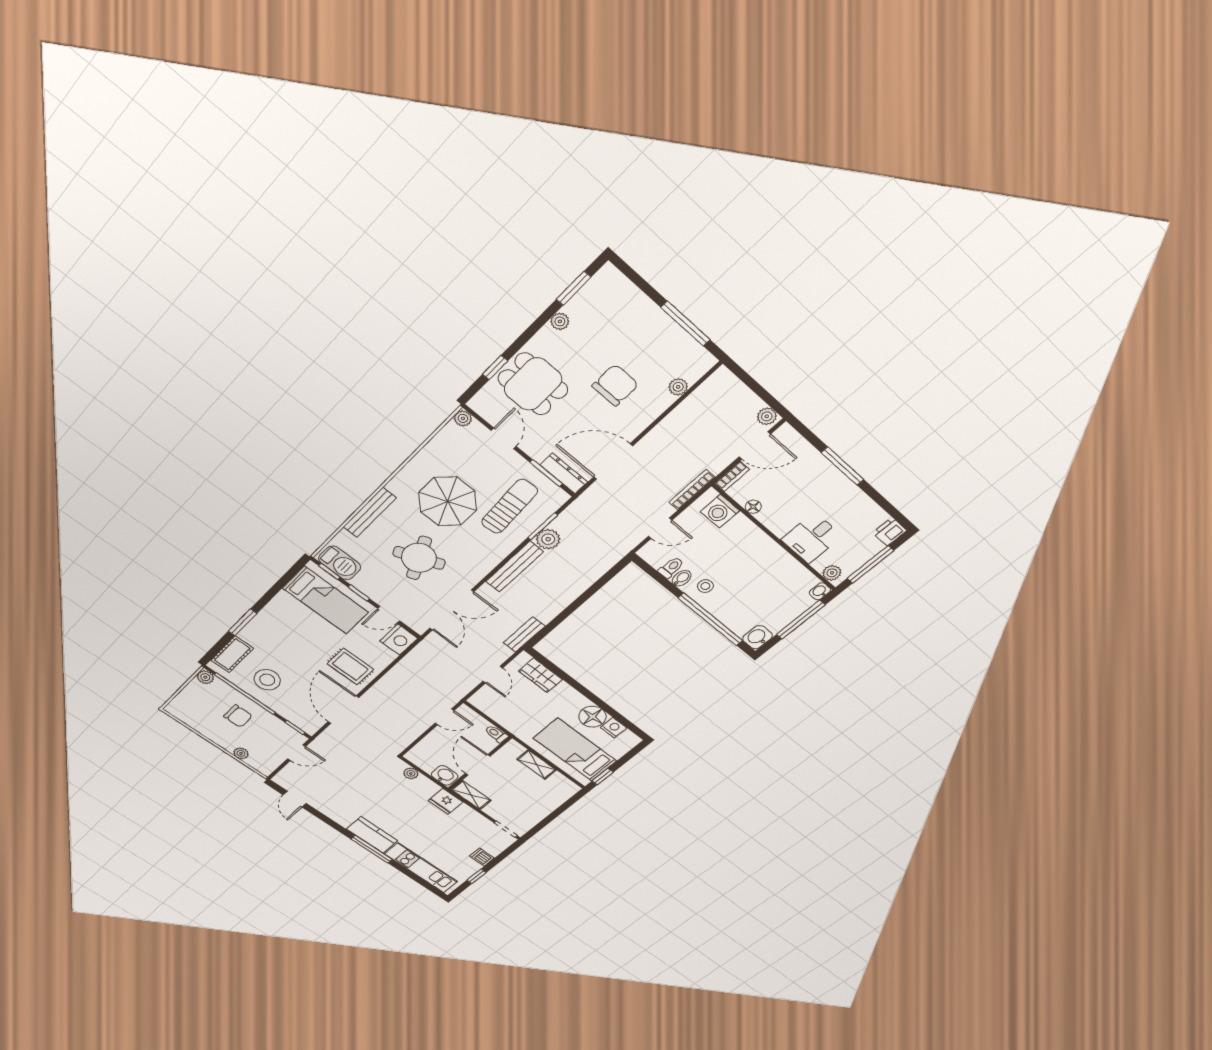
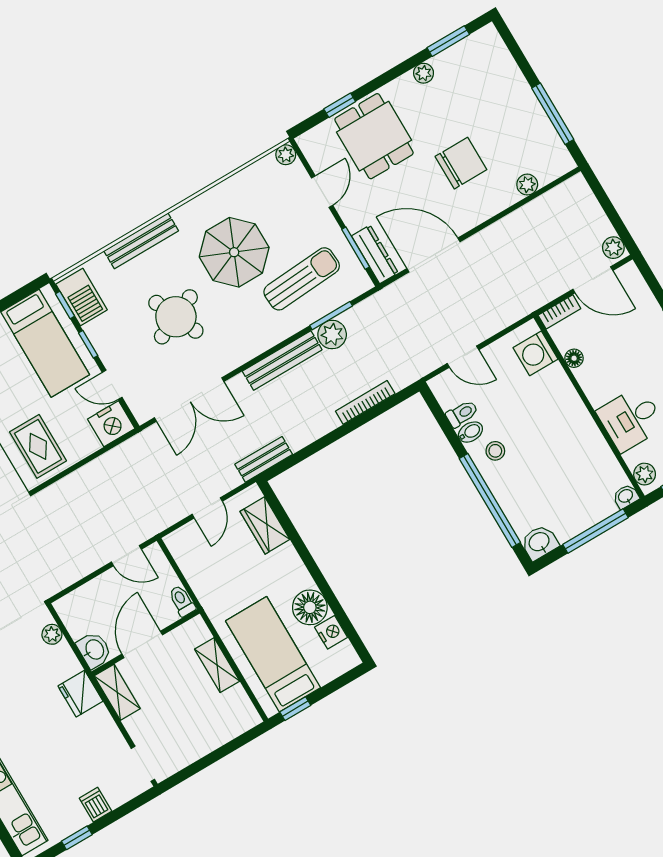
bookcase: (692, 490) -> (365, 402), moved

